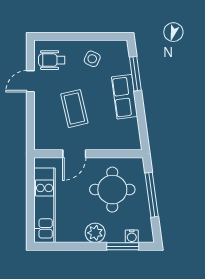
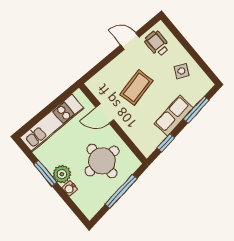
window: (142, 123) -> (166, 143), added
water cooler: (132, 236) -> (70, 188), moved
window: (123, 246) -> (45, 173), moved

